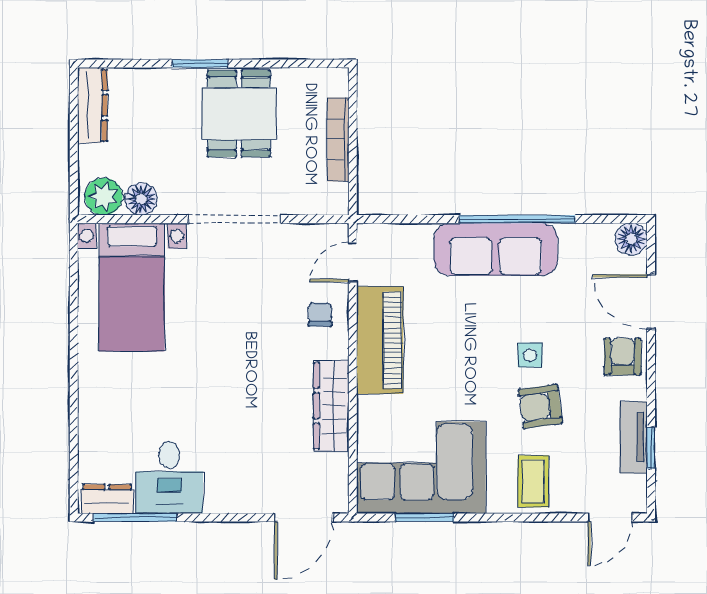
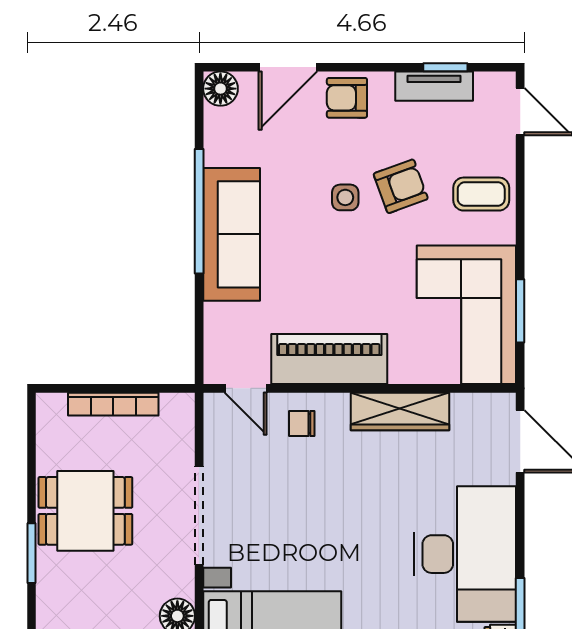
armchair: (540, 406) -> (401, 186), turned -102
desk: (169, 477) -> (465, 554), width x1.87, depth x1.30

